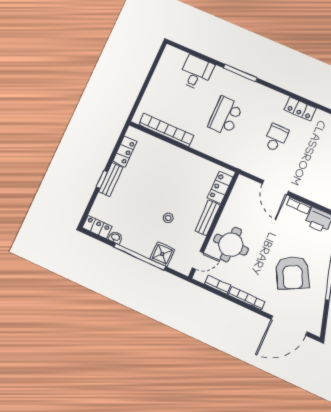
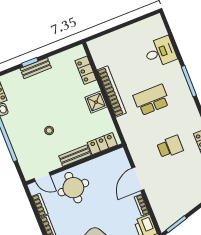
bookcase: (166, 130) -> (112, 92), moved
locker: (125, 151) -> (86, 70), moved, turned 90
shower: (162, 254) -> (96, 102), moved

